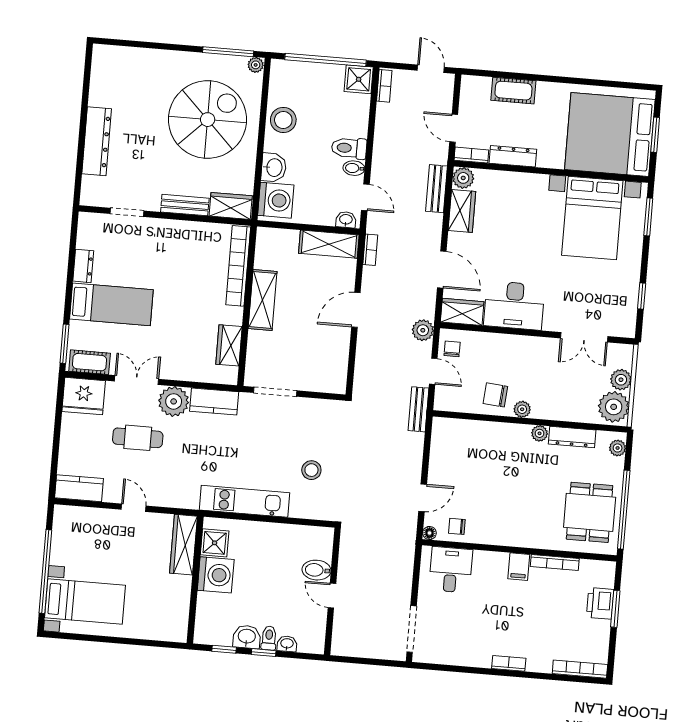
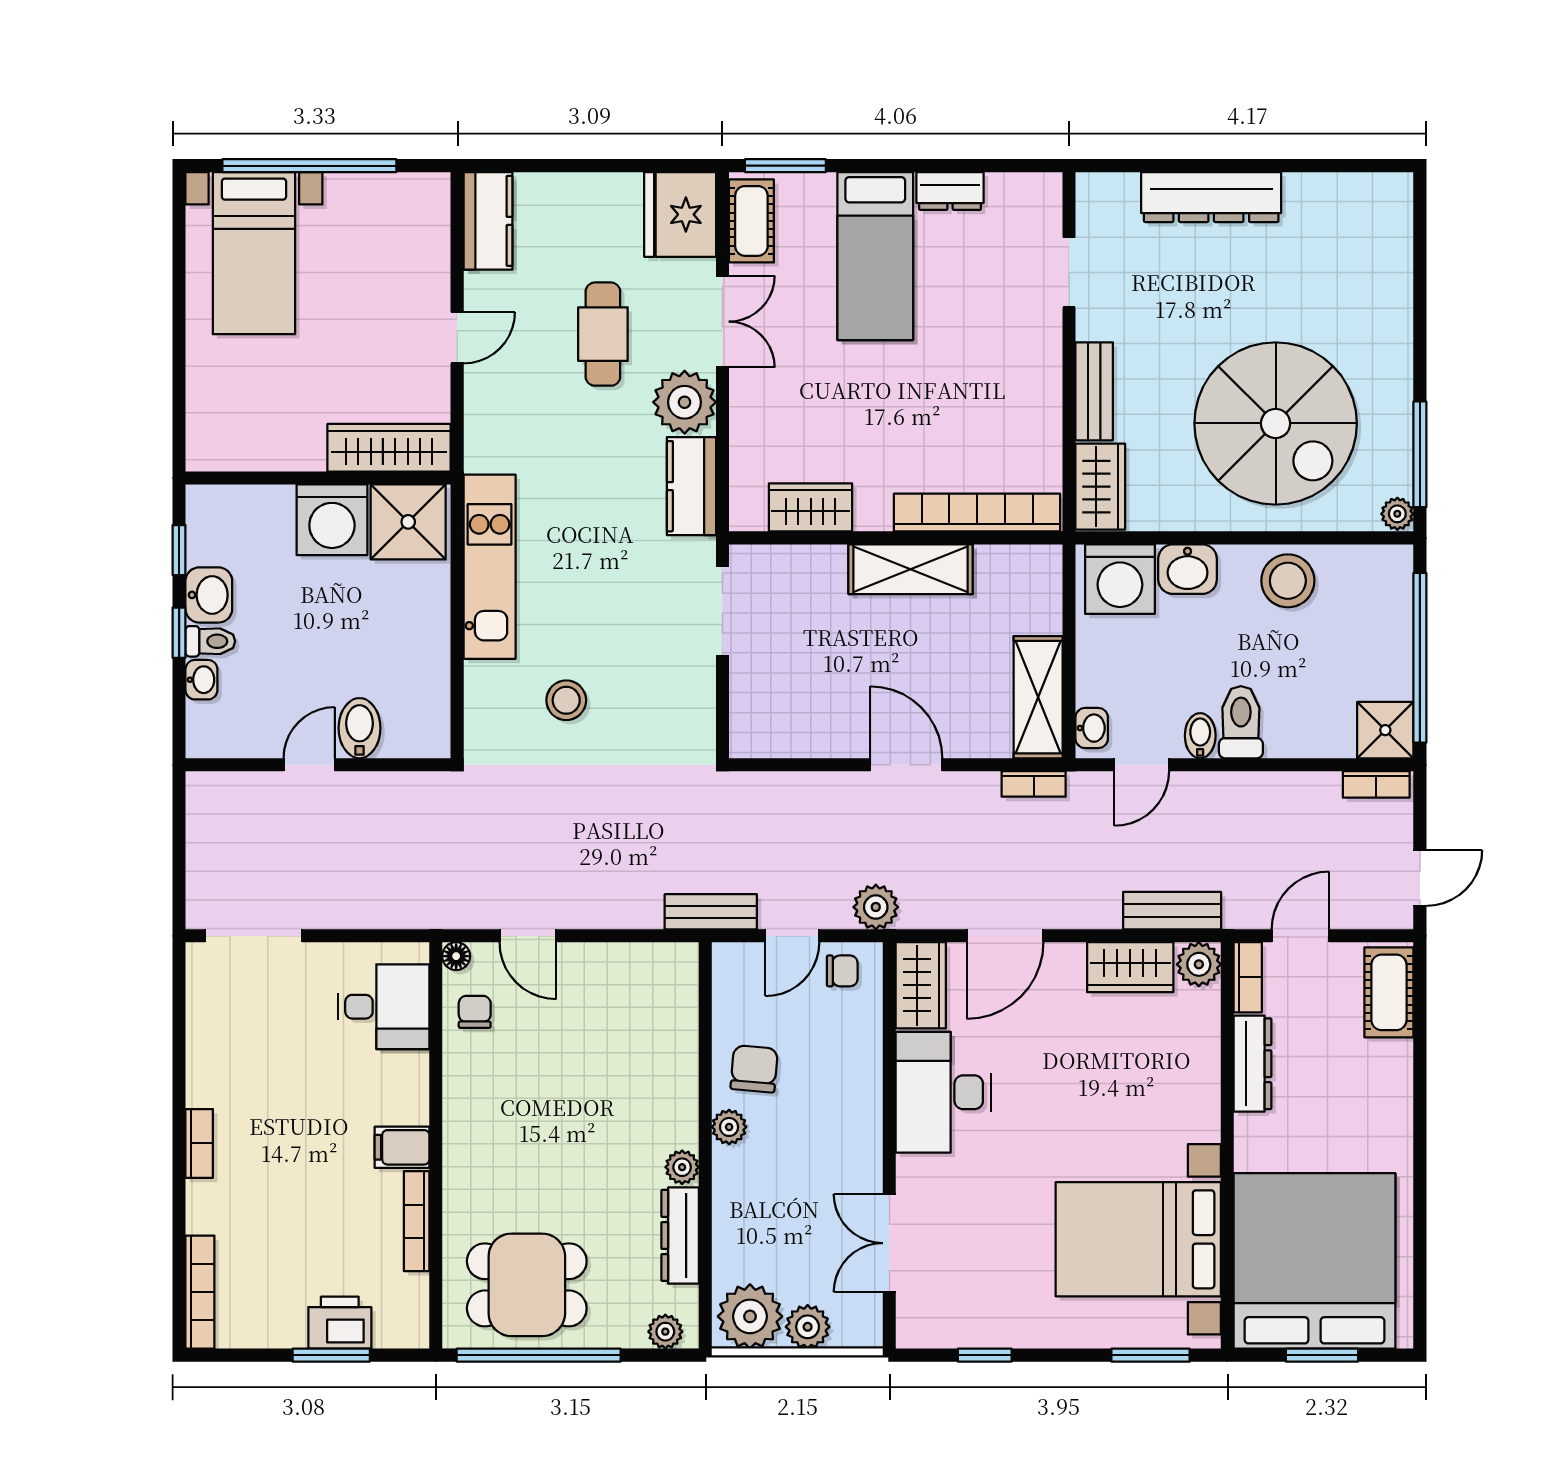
cot: (513, 91) -> (1389, 992), moved
shower: (215, 543) -> (408, 522), width x1.36, depth x1.36

